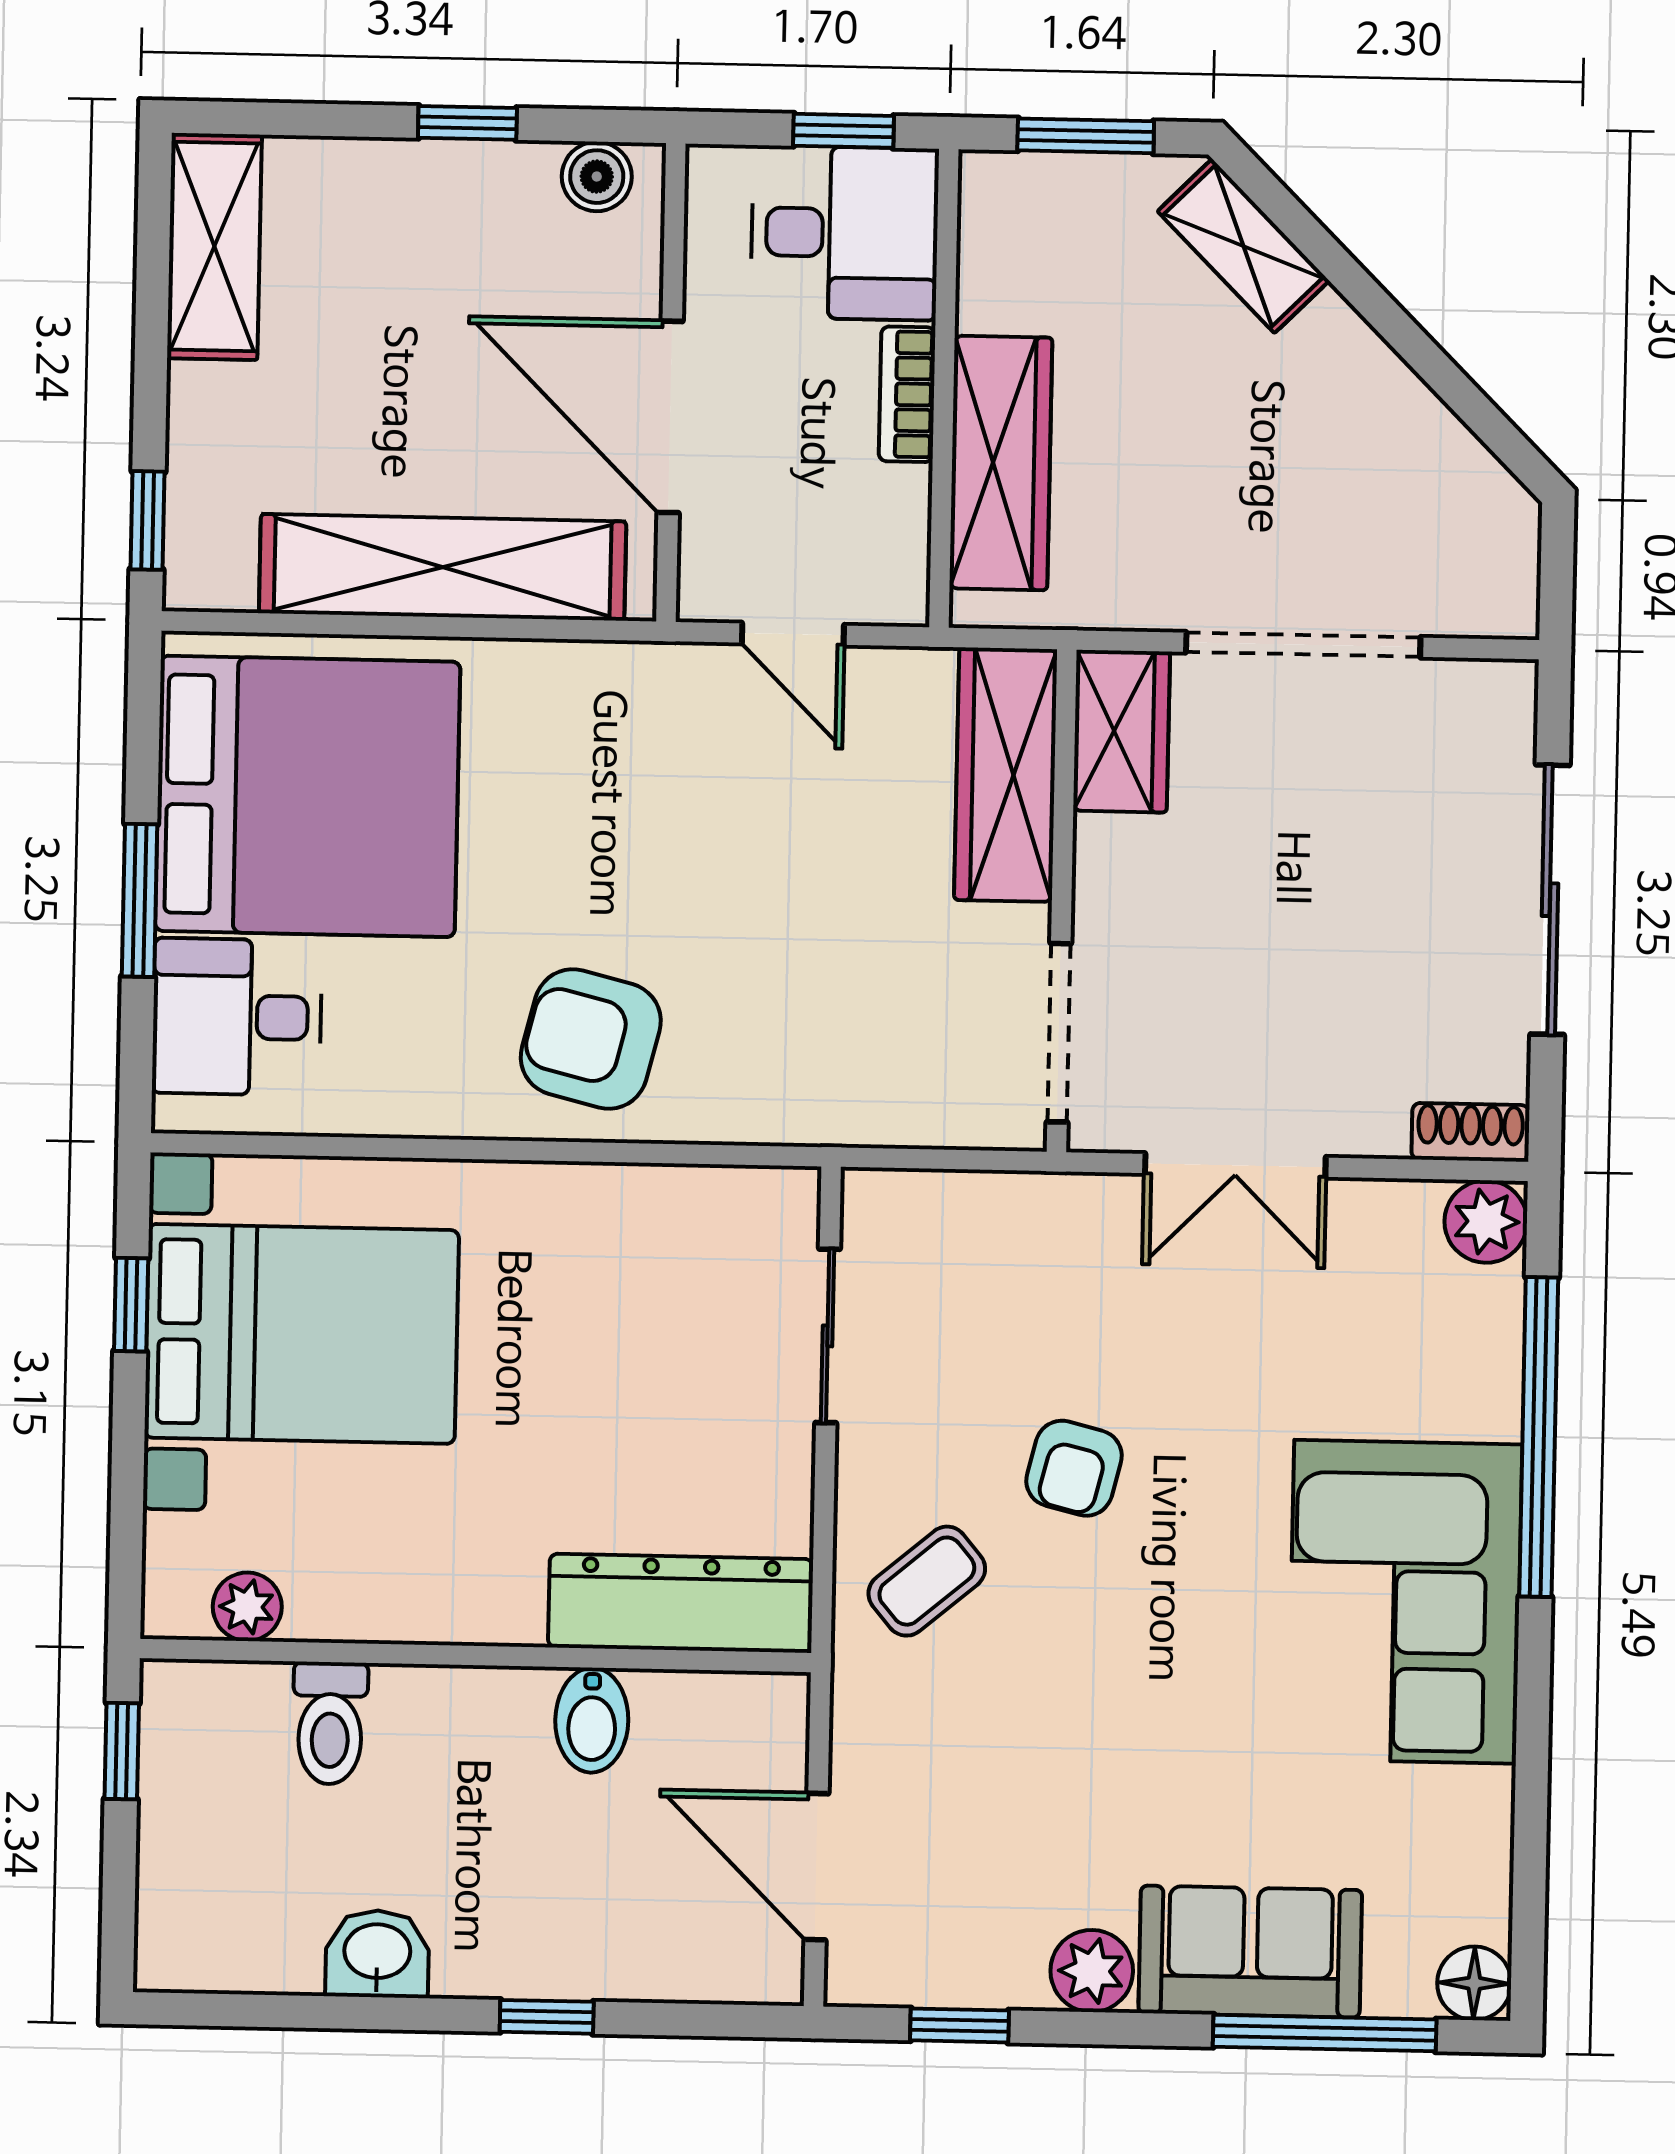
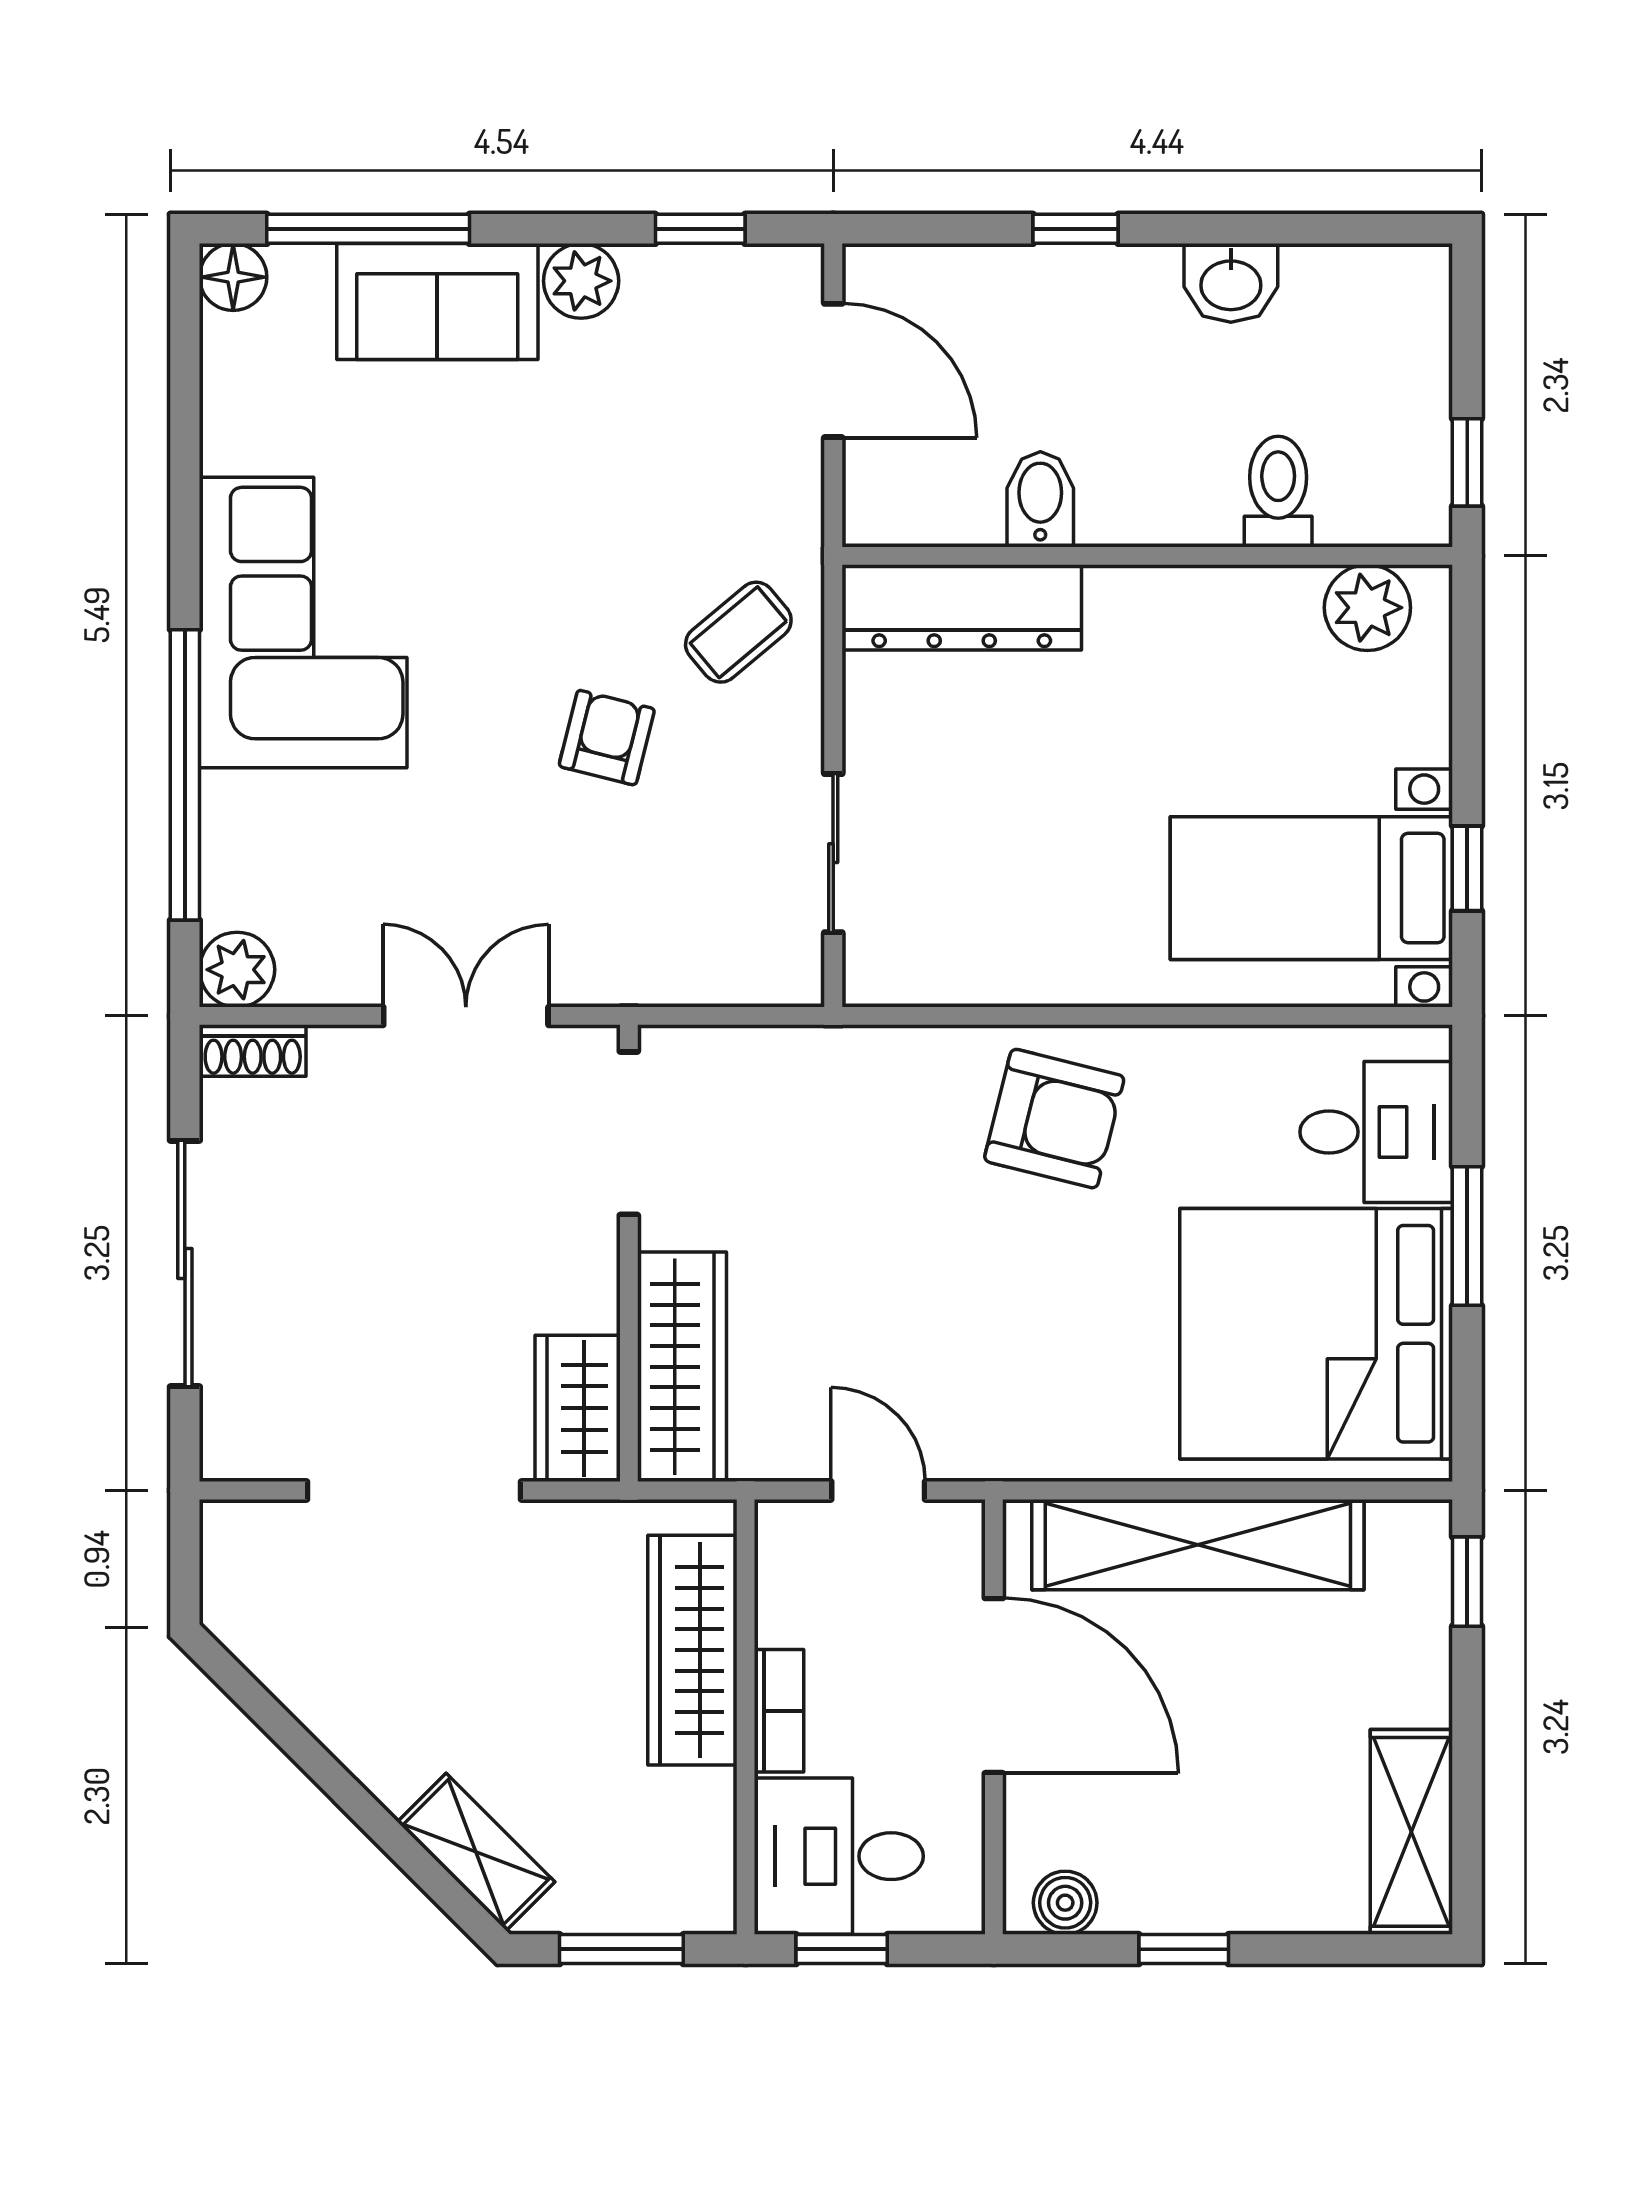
bed with nightstands: (302, 1334) -> (1311, 888), width x0.73
plant: (247, 1607) -> (1367, 608), width x1.38, depth x1.38

